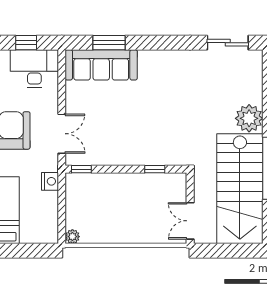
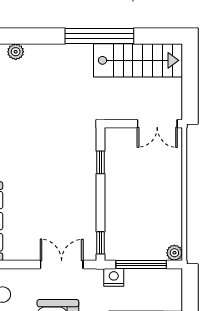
plant: (249, 118) -> (16, 52), moved, width x0.53, depth x0.53
stairs: (240, 189) -> (138, 60), width x0.73, depth x0.66
window: (62, 206) -> (141, 264), added

